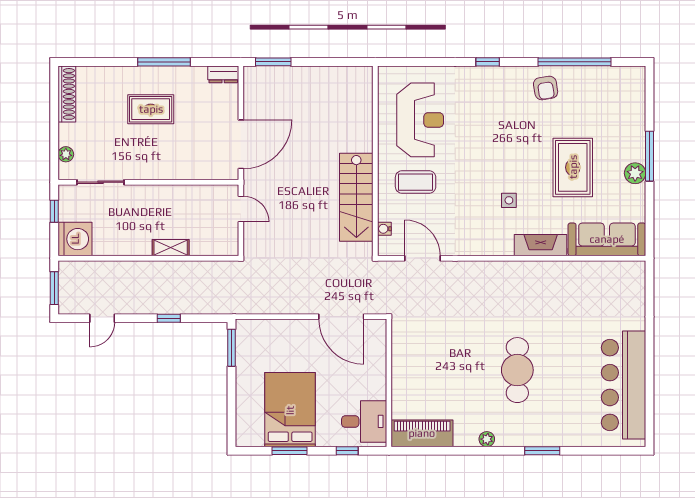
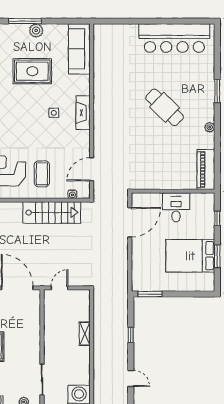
fireplace: (541, 245) -> (83, 113), moved
cafe table: (517, 370) -> (165, 107), turned 44
desk: (364, 421) -> (176, 207), moved

